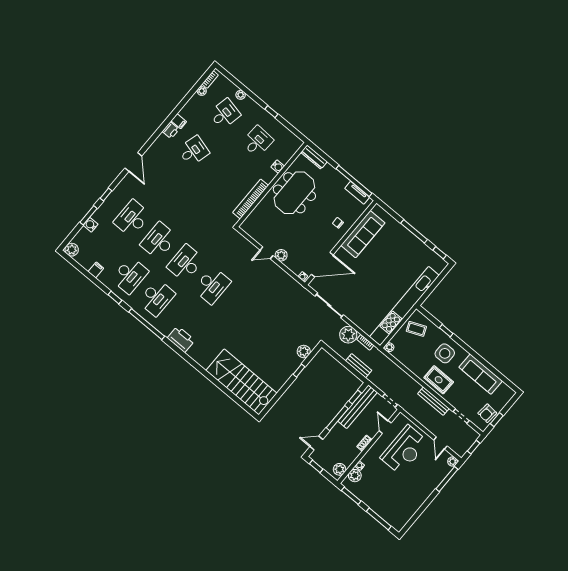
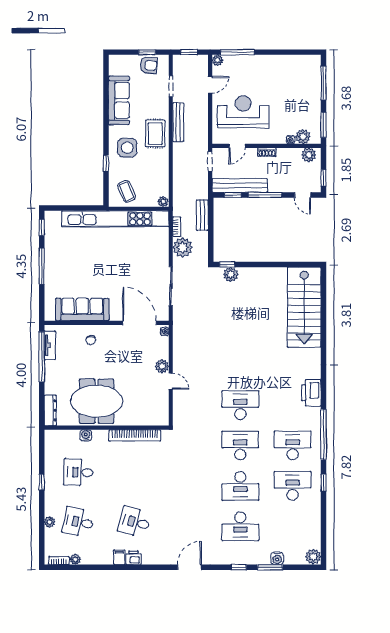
desk: (185, 263) -> (240, 445), turned 180
filing cabinet: (96, 270) -> (313, 520), removed
window: (299, 371) -> (227, 264), moved

